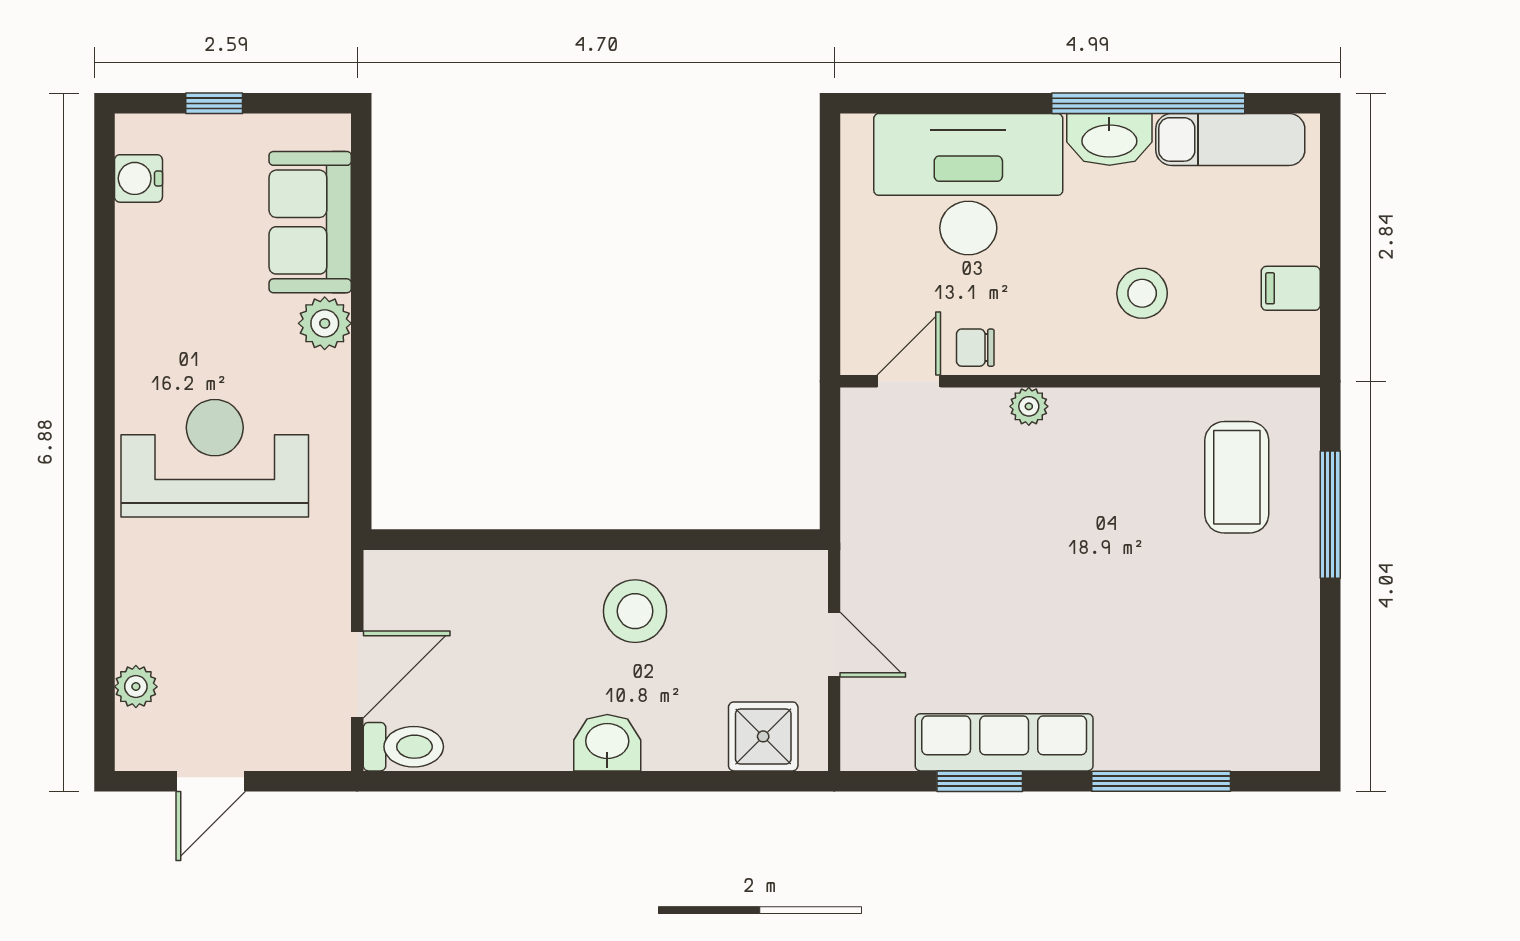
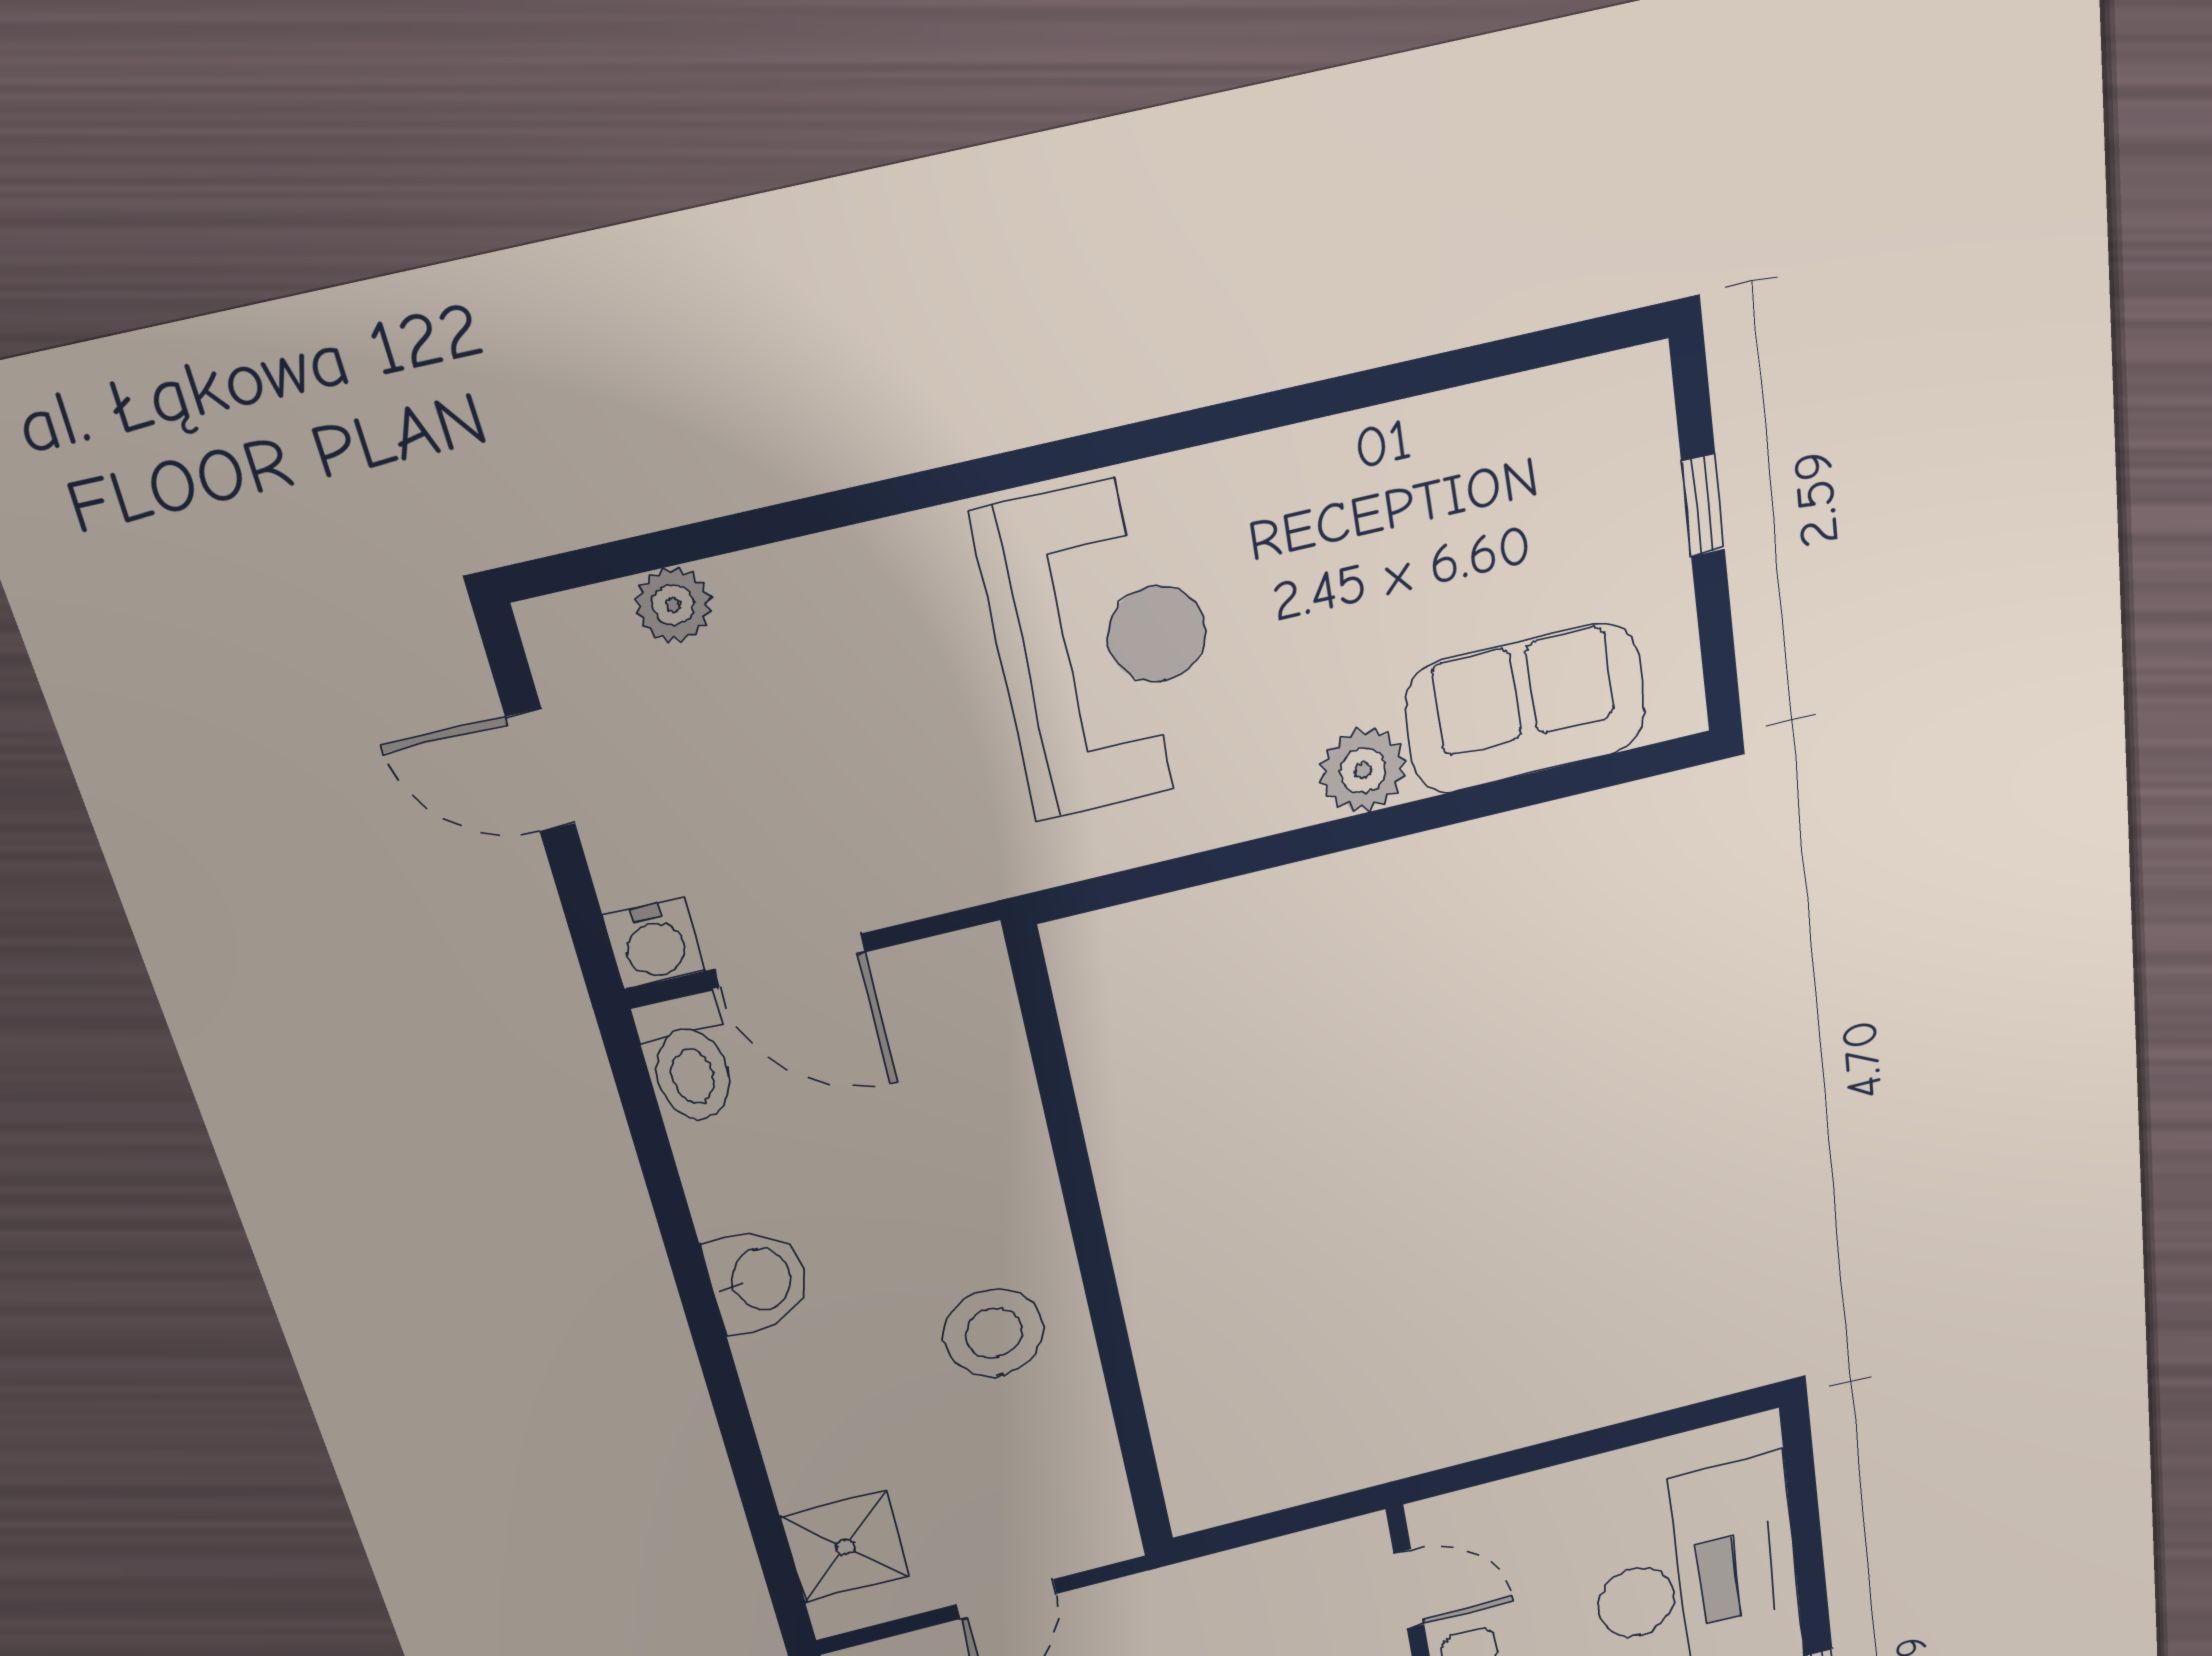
water cooler: (138, 178) -> (654, 944), moved, turned 180
washbasin: (607, 743) -> (759, 1280), moved

